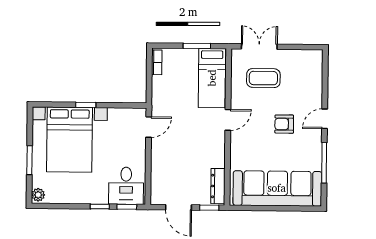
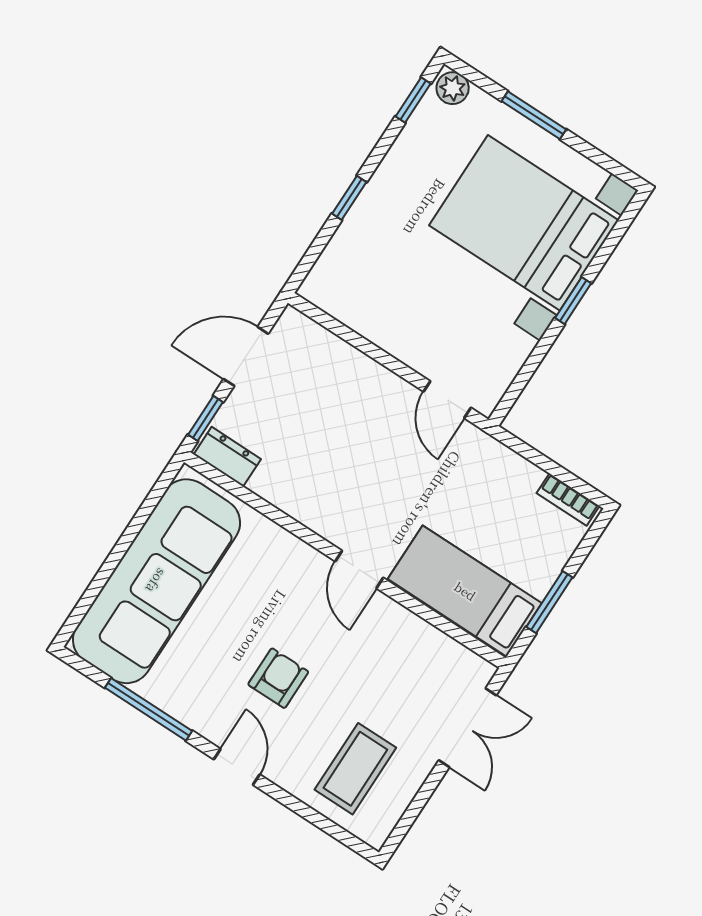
coffee table: (263, 78) -> (355, 769), moved
desk: (126, 186) -> (357, 278), removed
dresser: (218, 186) -> (227, 457), width x0.70
window: (127, 207) -> (413, 100), moved

